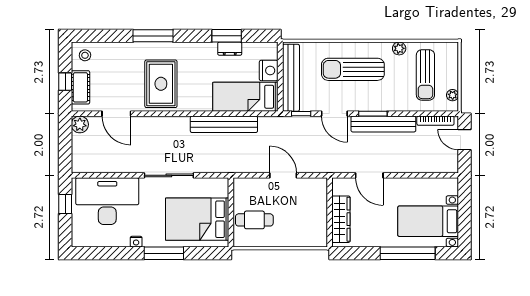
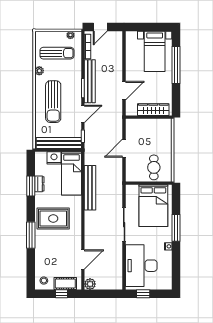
rug: (161, 84) -> (53, 219), moved

